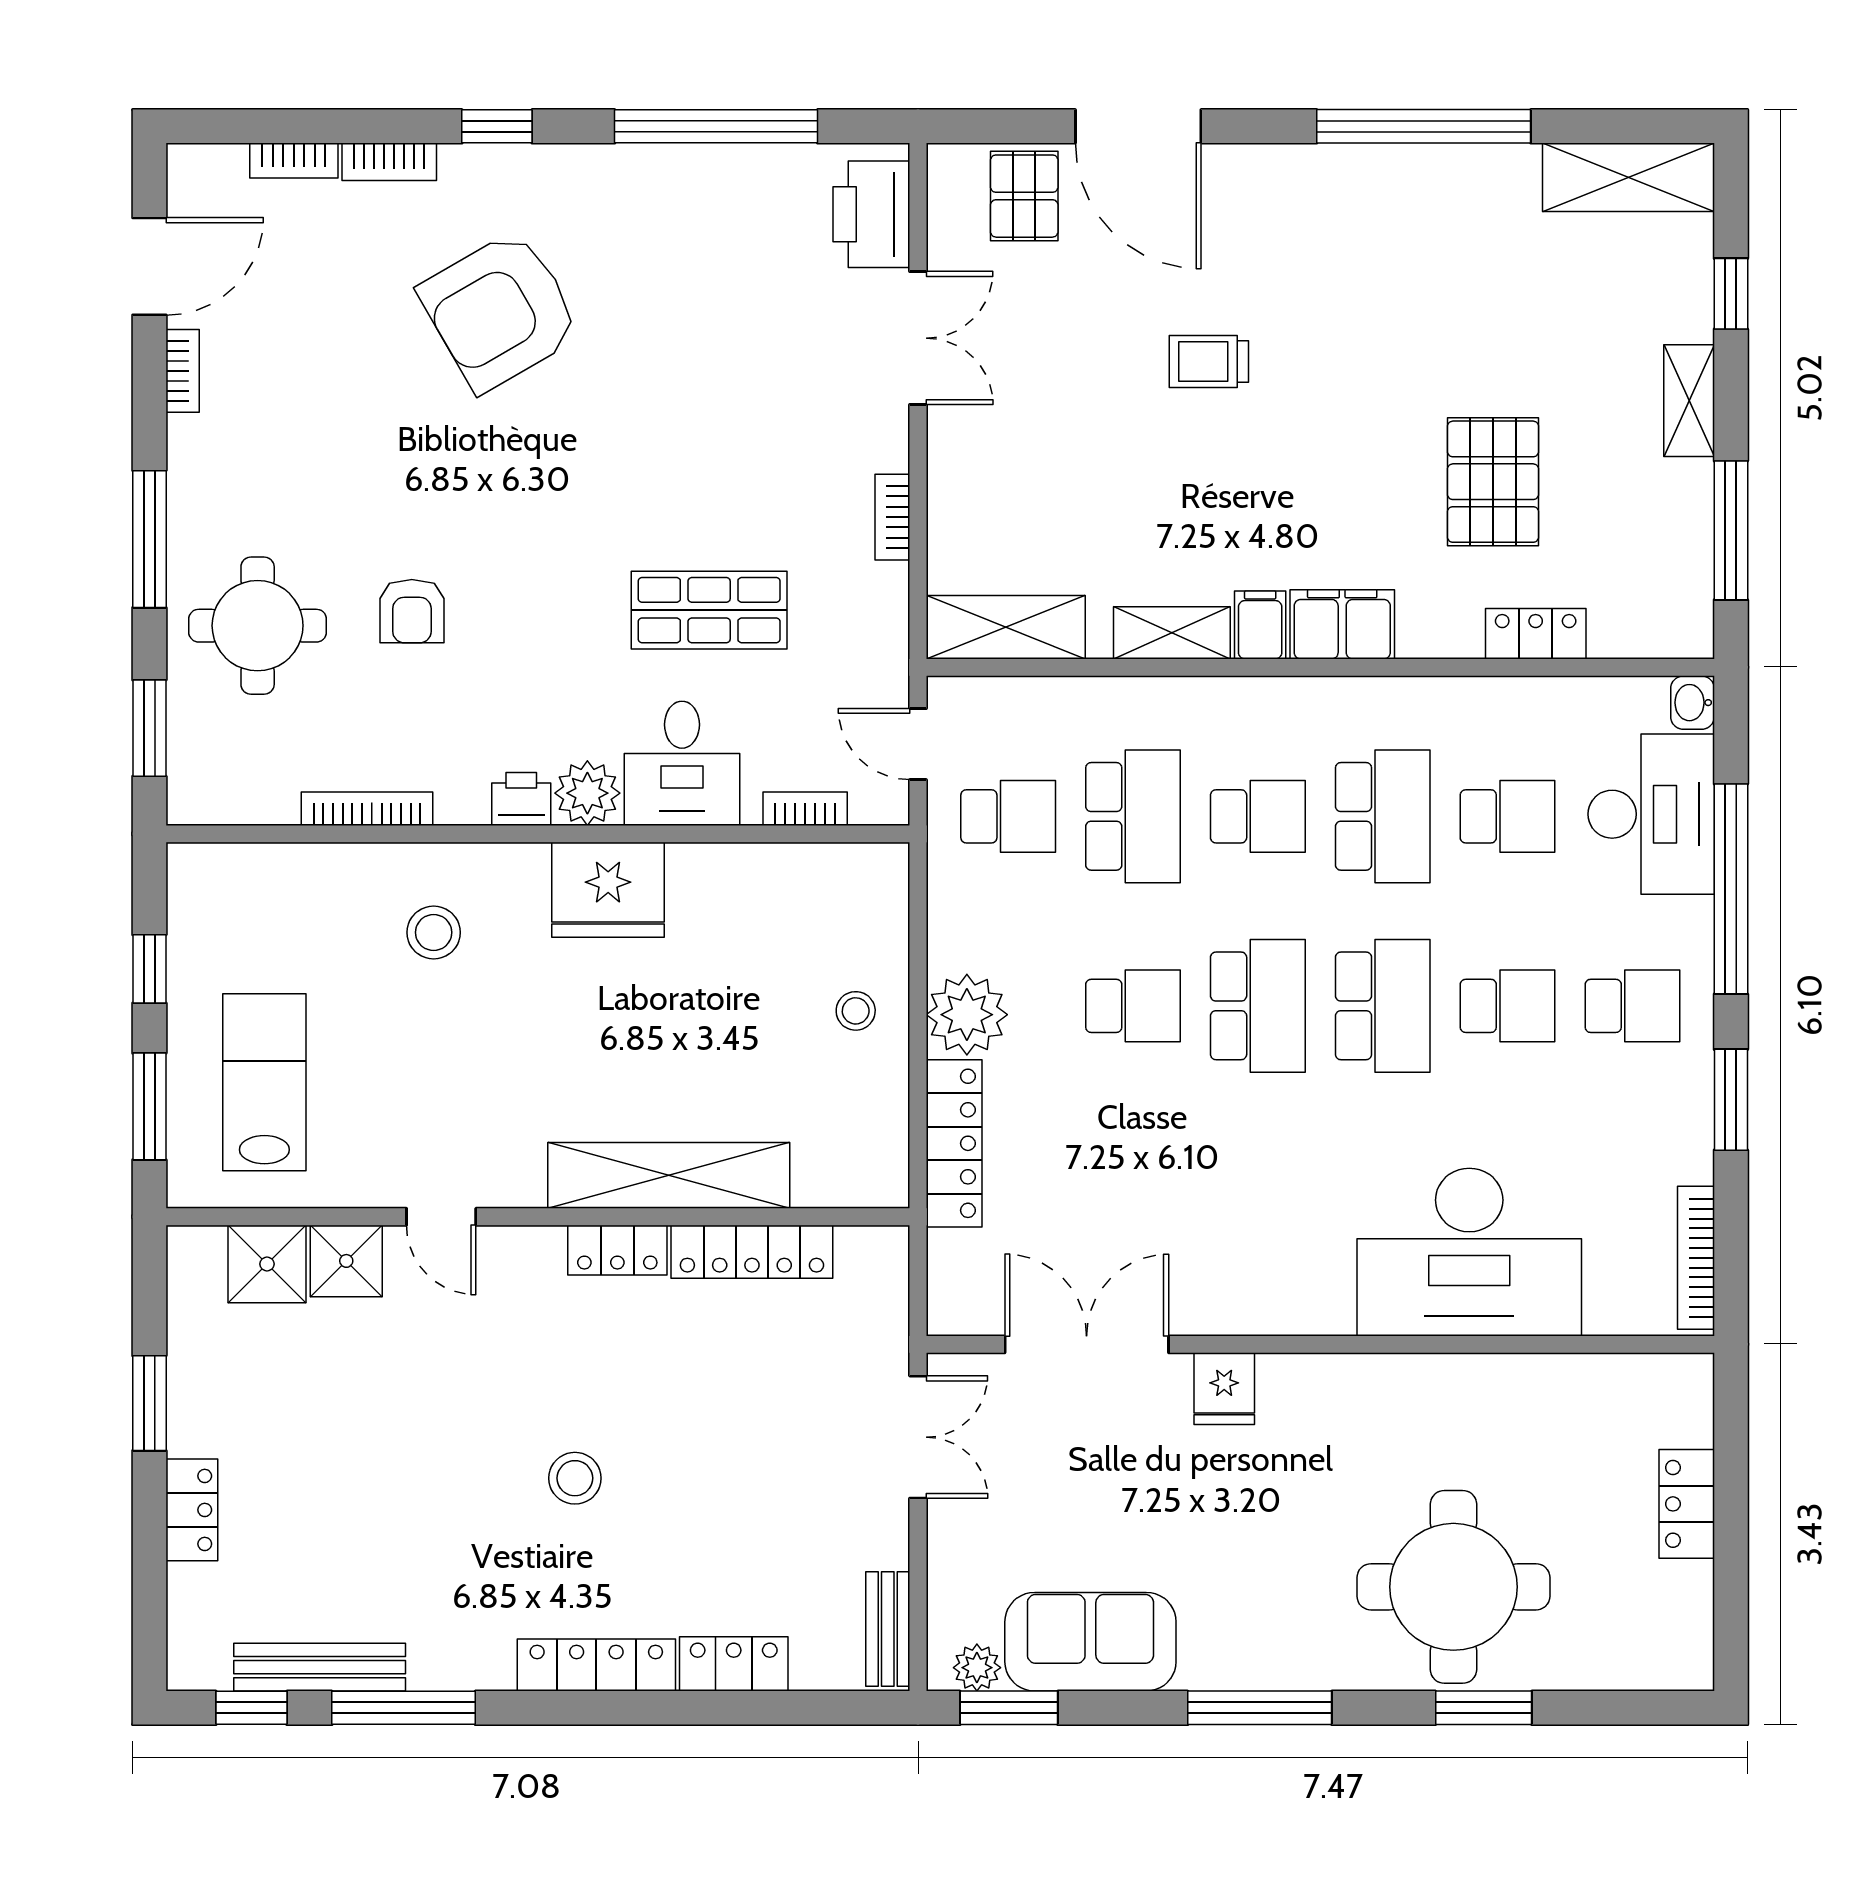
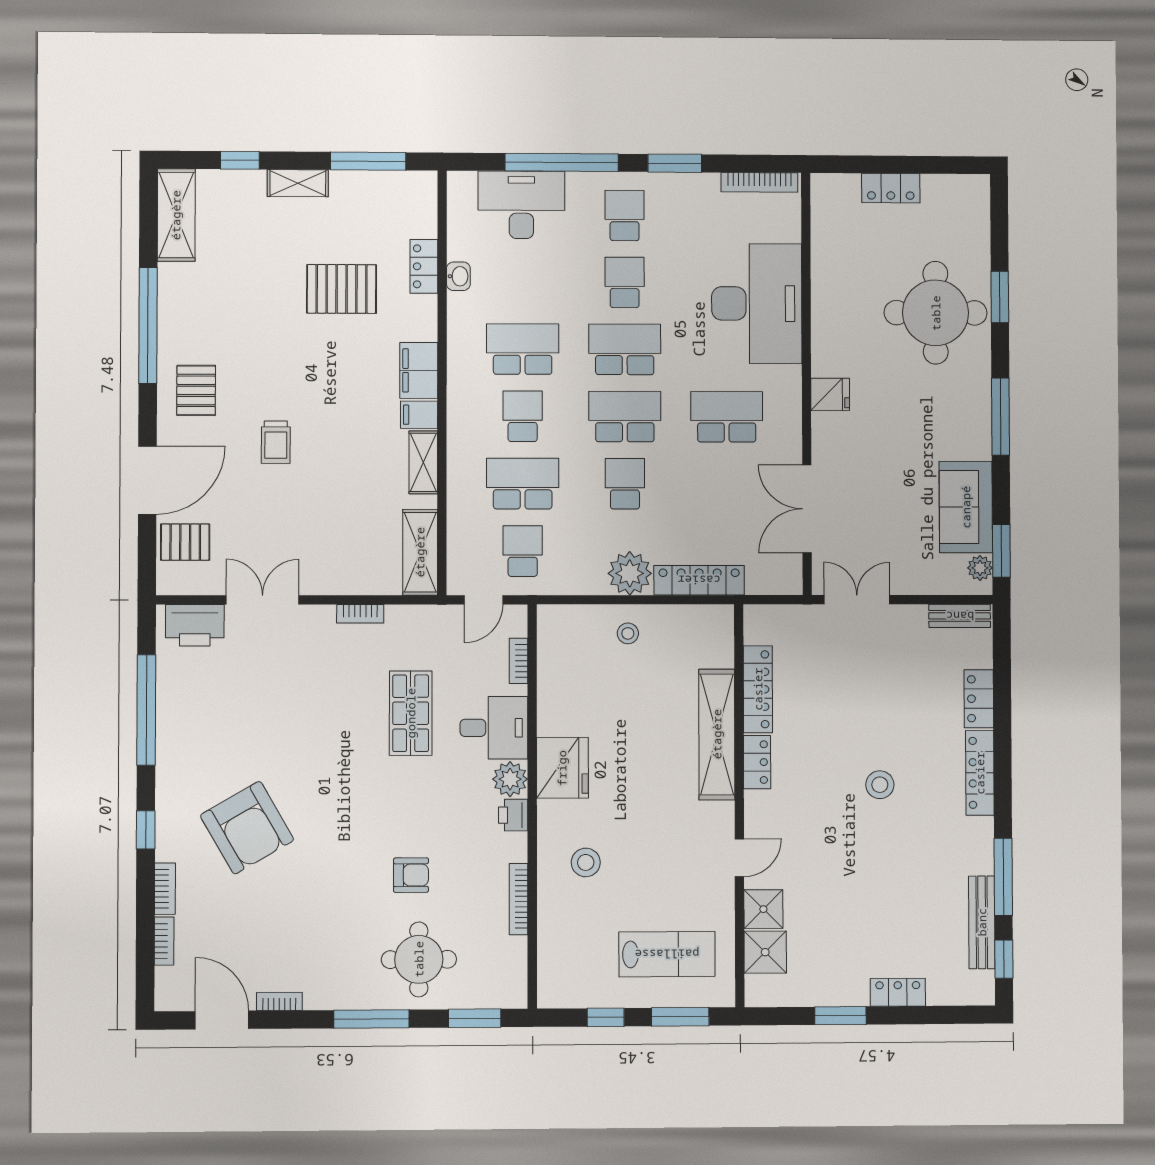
pallet: (1304, 215) -> (196, 390), added
washbasin: (1693, 703) -> (458, 276), moved, turned -90
school desk: (1508, 816) -> (727, 417), moved, width x1.85
lab bench: (264, 1082) -> (667, 954), turned 180
fridge: (1224, 1389) -> (830, 394), moved

